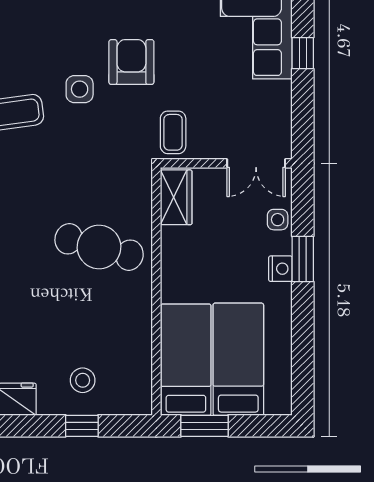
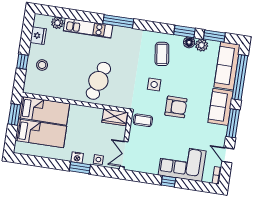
side table: (80, 89) -> (154, 84), moved

